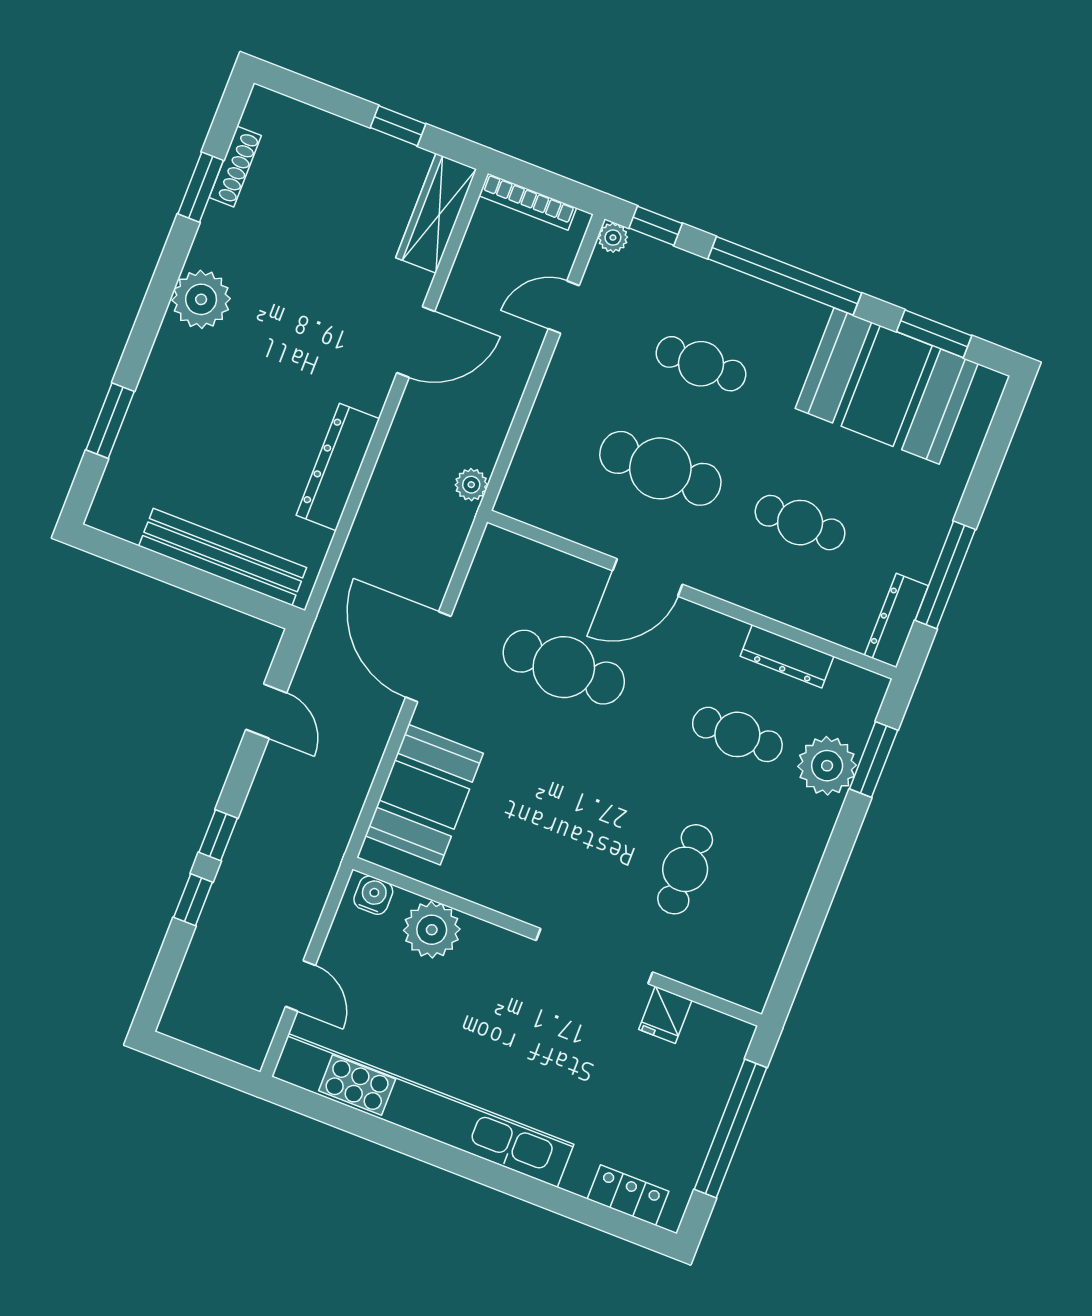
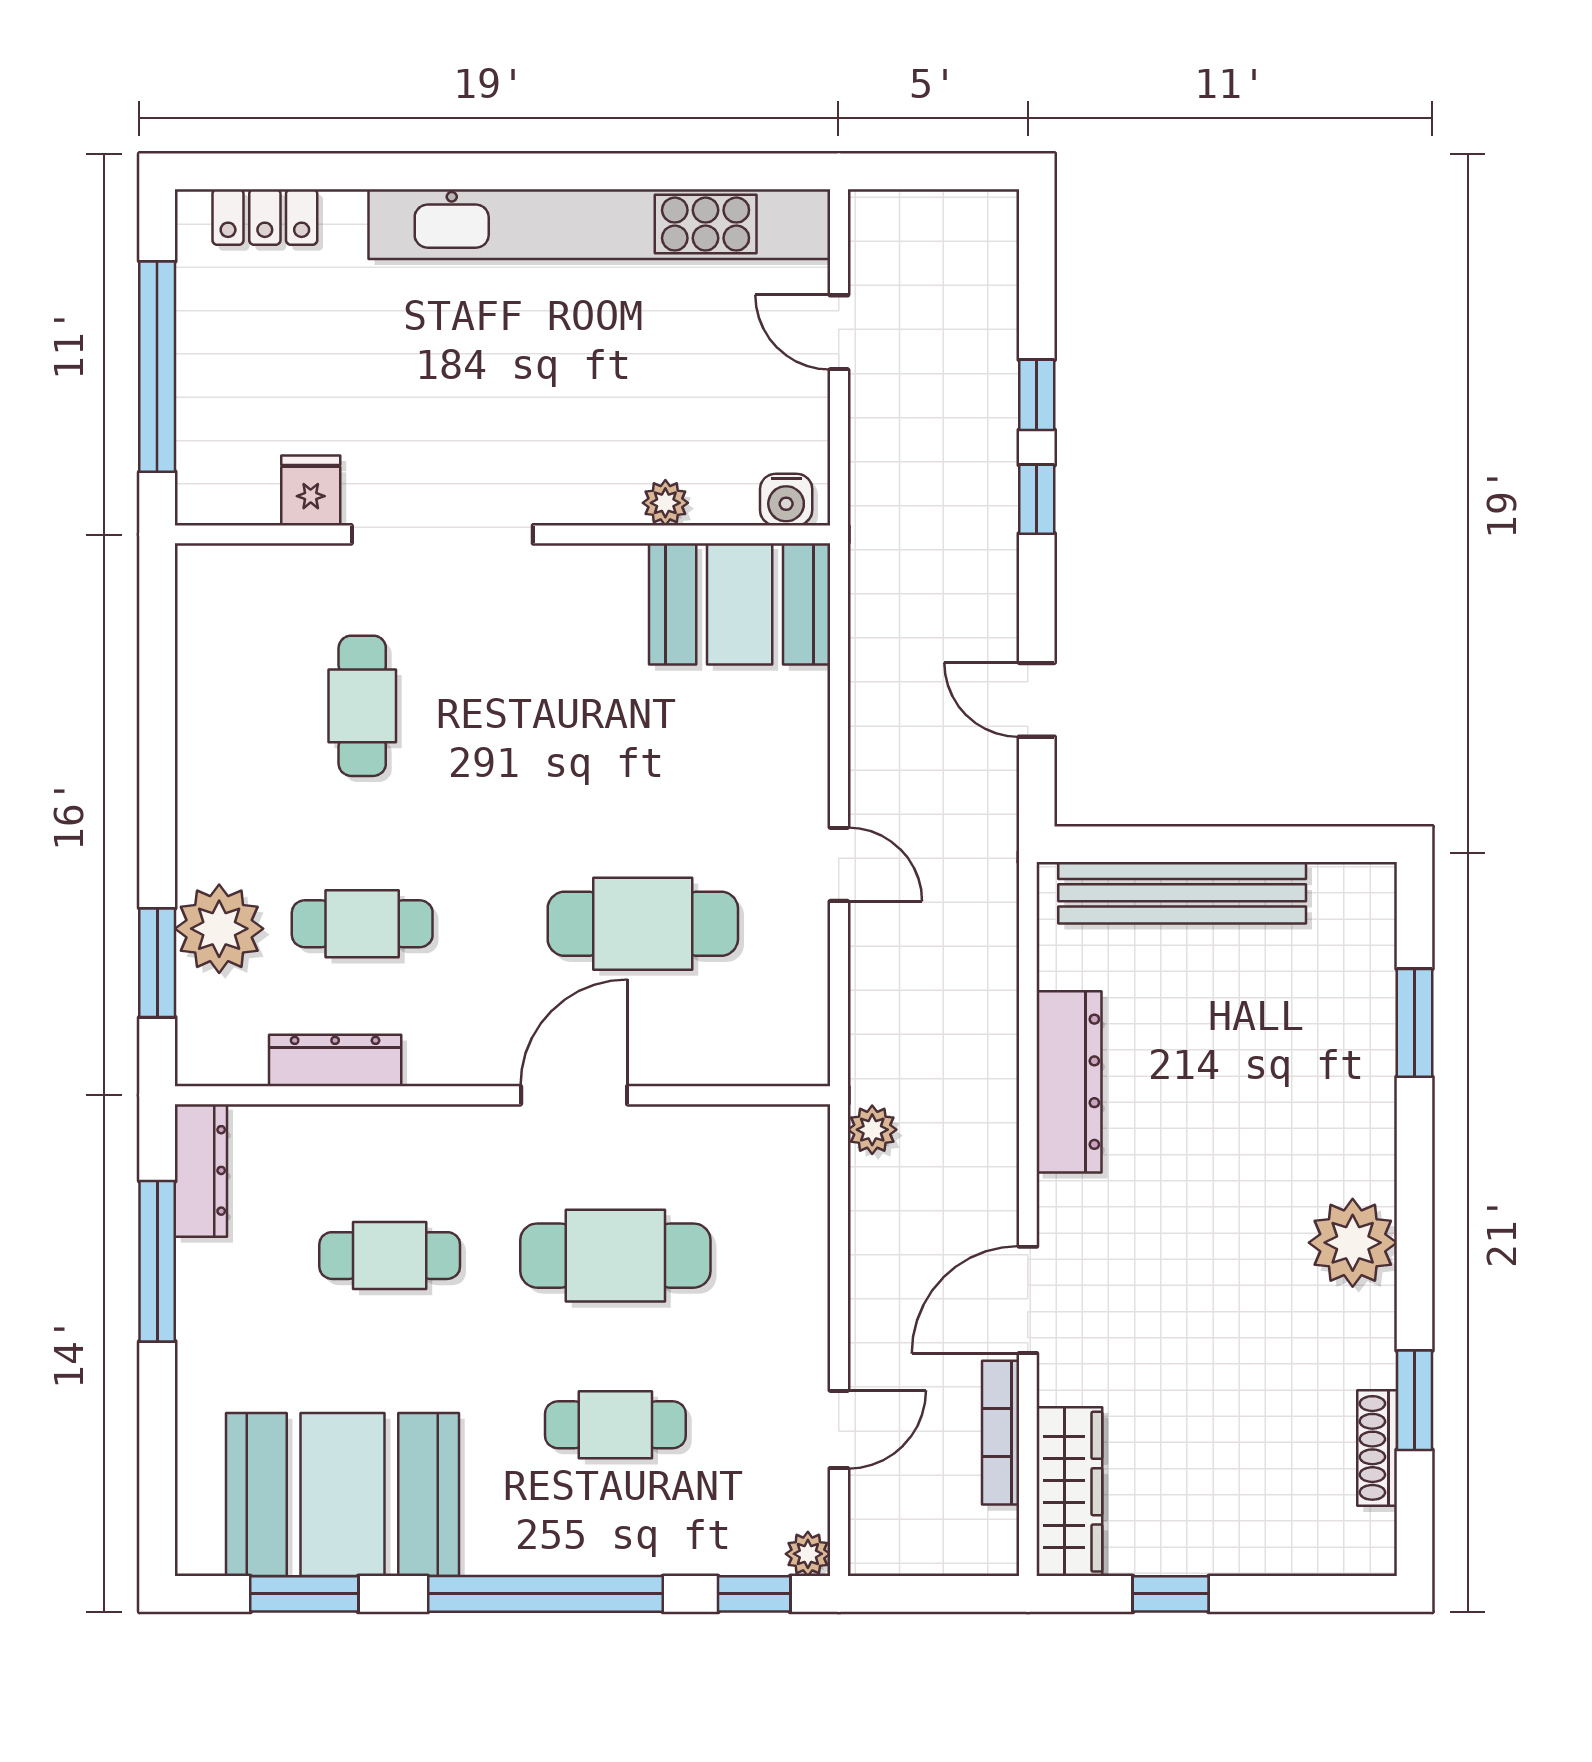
bookcase: (528, 202) -> (1001, 1433), moved, turned -90
door: (428, 657) -> (839, 864), width x0.53
booth: (424, 795) -> (740, 604), moved, turned 90
plant: (432, 930) -> (665, 503), width x0.53, depth x0.53

